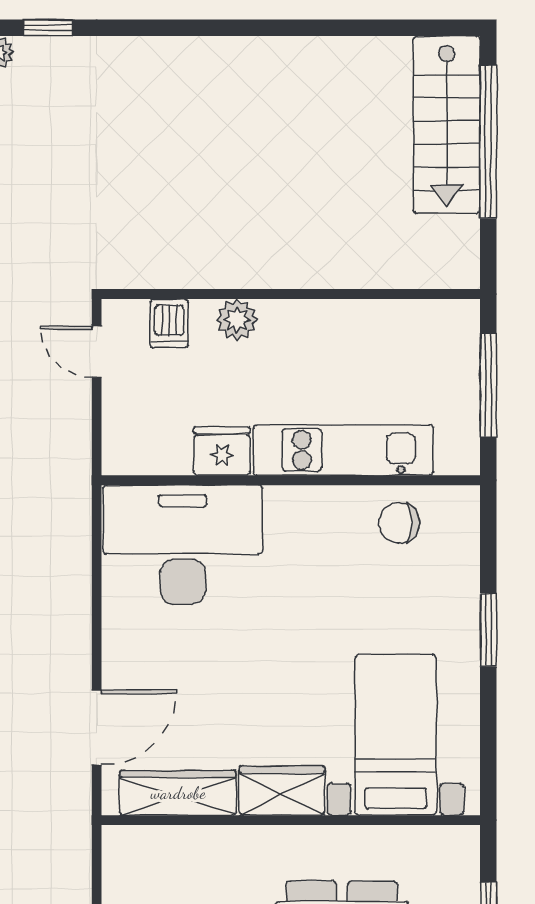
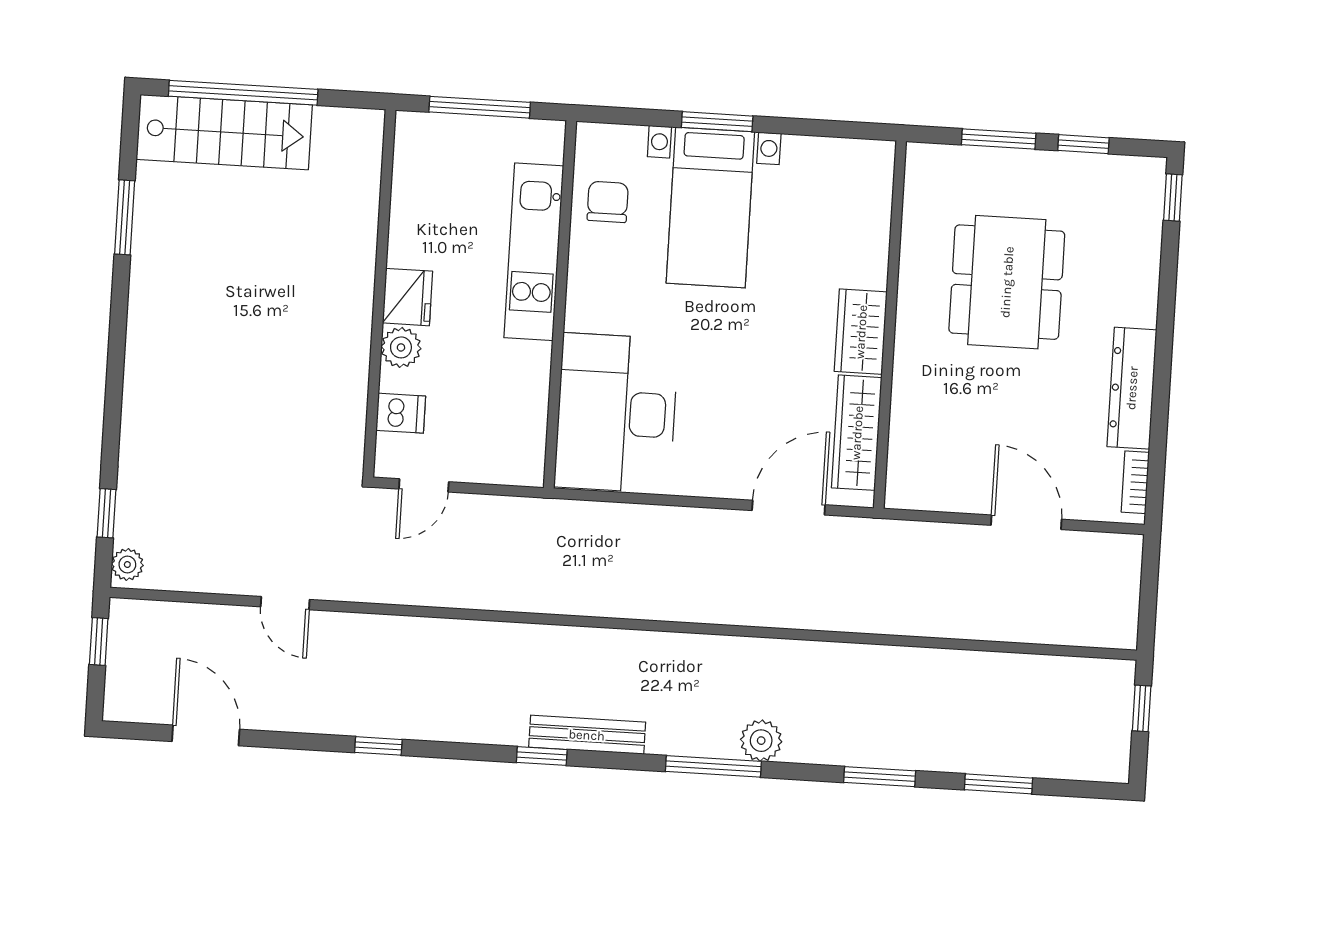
window: (353, 28) -> (125, 217), added
fridge: (222, 451) -> (408, 297), moved, turned 180
chair: (399, 523) -> (608, 202), turned 180
door: (97, 727) -> (789, 508), hinge flipped
bed with nightstands: (396, 735) -> (710, 207), moved, turned -90

